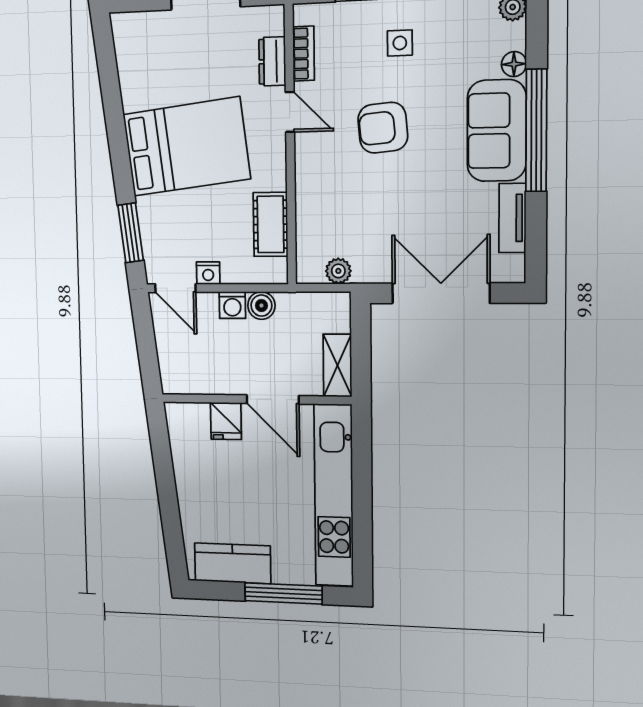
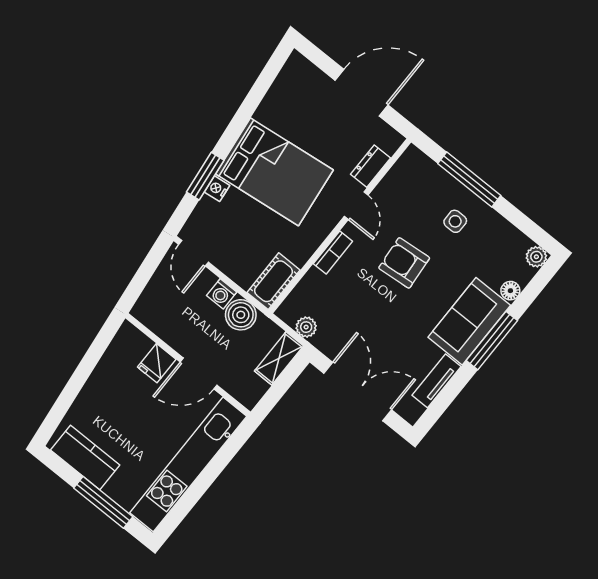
bookcase: (304, 54) -> (333, 253), moved
window: (536, 130) -> (492, 341), width x0.68
cot: (271, 224) -> (273, 281), moved
window: (131, 233) -> (205, 176), moved
nightstand: (208, 273) -> (217, 189), moved, turned 83
boiler: (261, 306) -> (241, 315), width x1.36, depth x1.36
shelving: (337, 365) -> (279, 358), moved
door: (273, 400) -> (199, 374), hinge flipped

